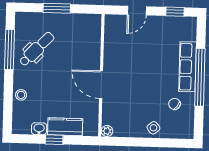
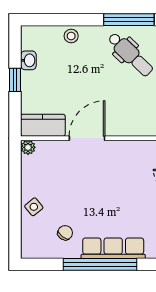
kitchen counter: (65, 127) -> (43, 125), moved, turned -90

